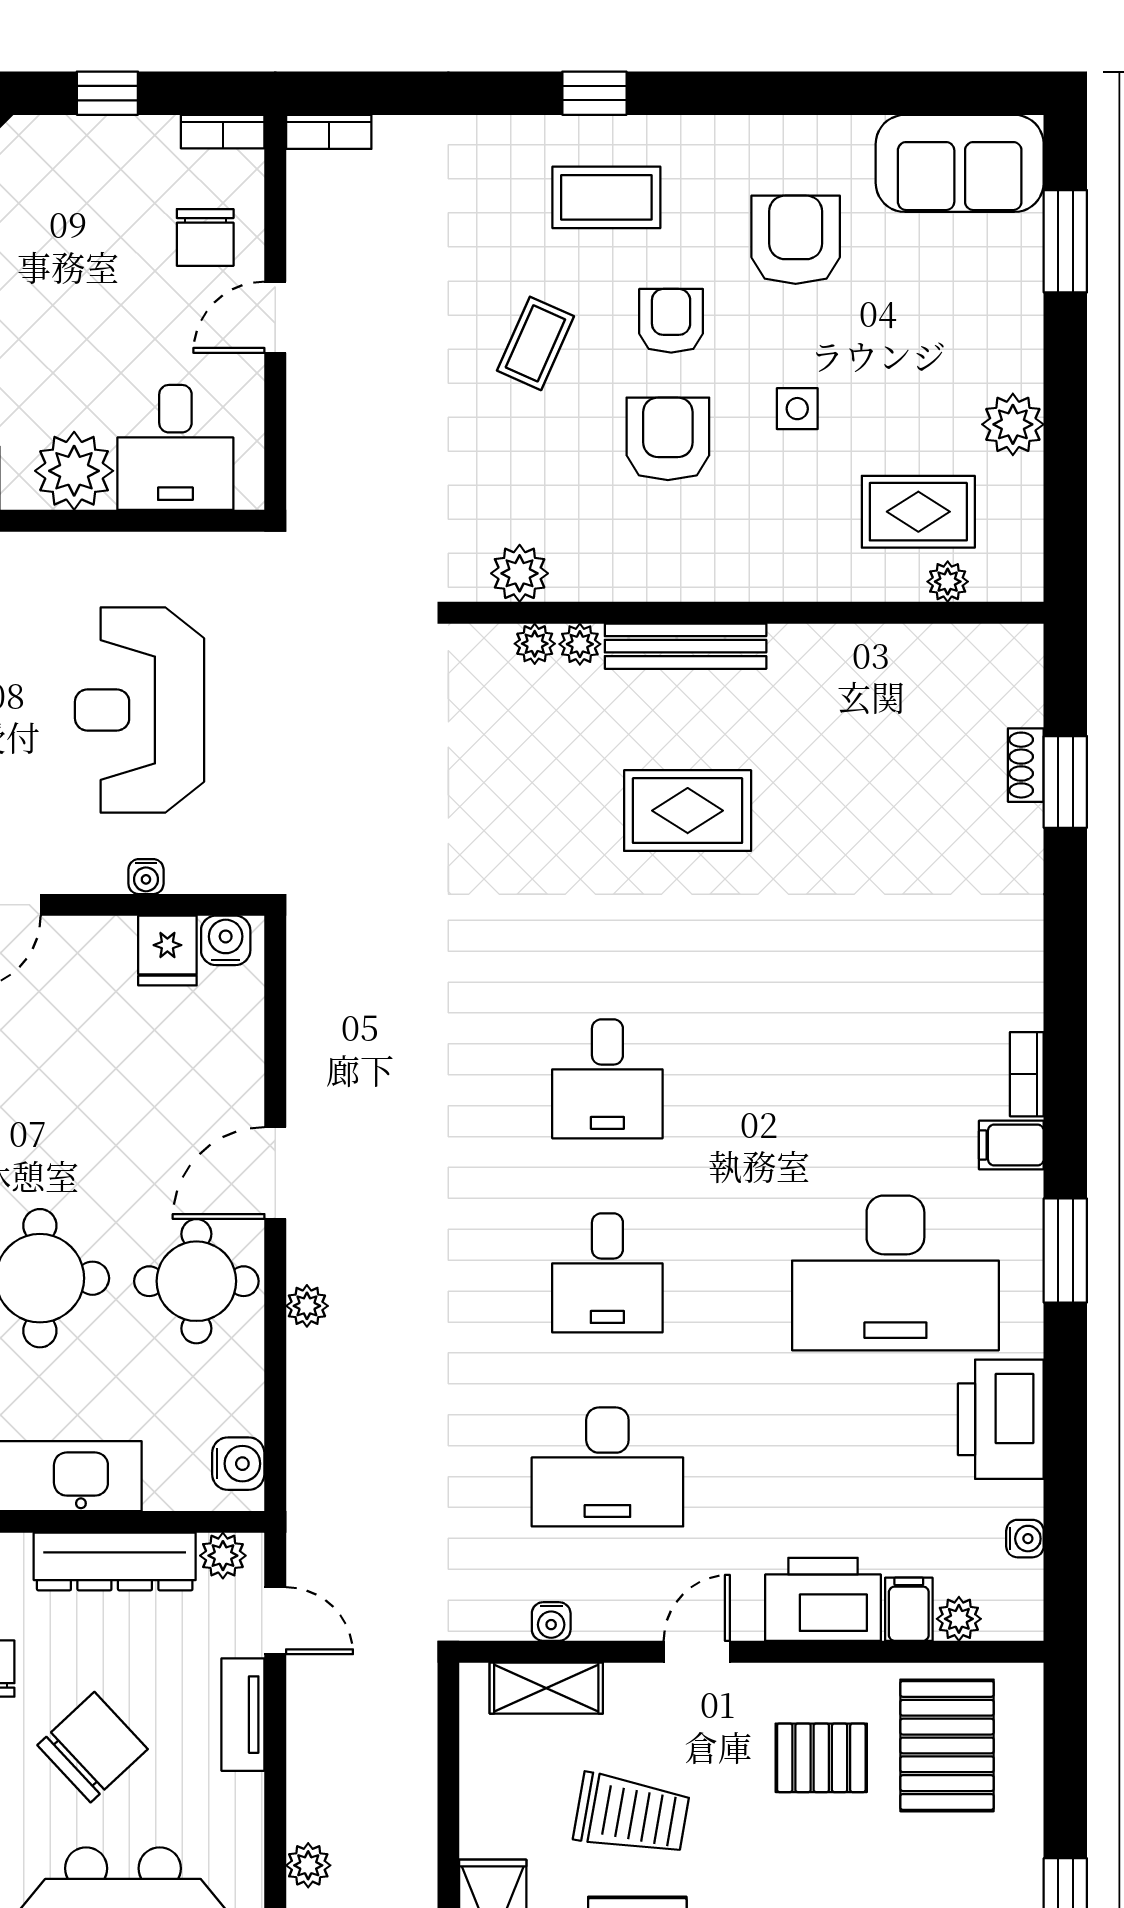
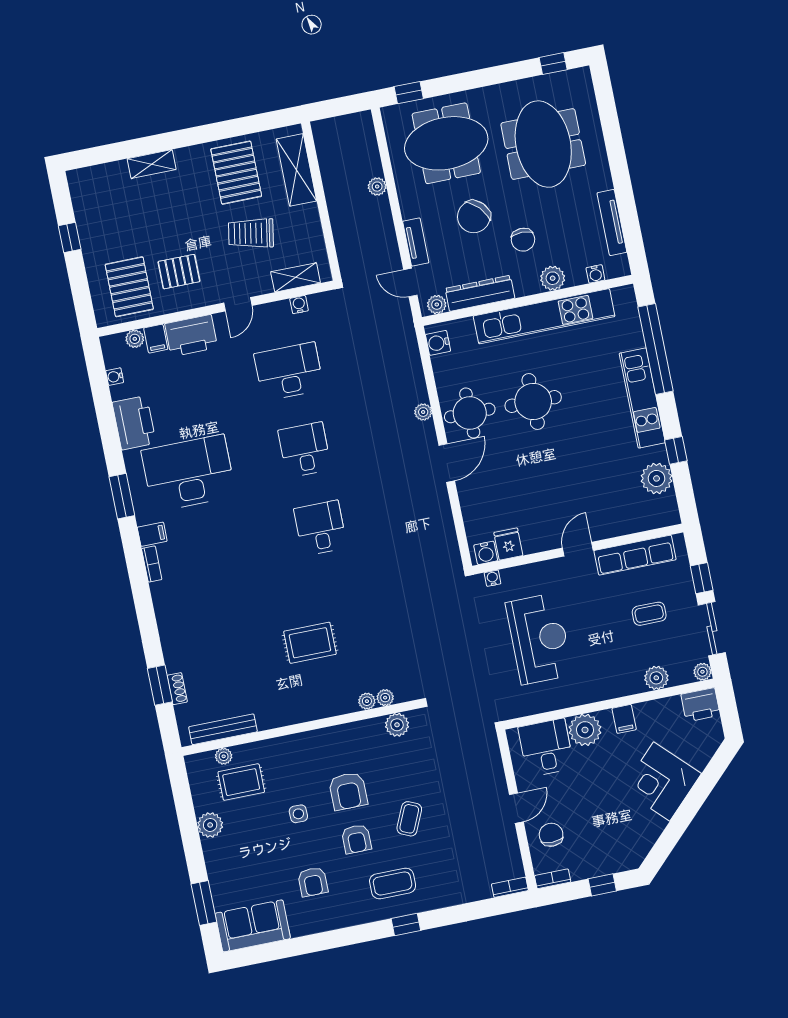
armchair: (796, 240) -> (313, 882), width x0.72, depth x0.72
bench: (686, 646) -> (223, 729), moved
water cooler: (146, 877) -> (493, 578), moved

